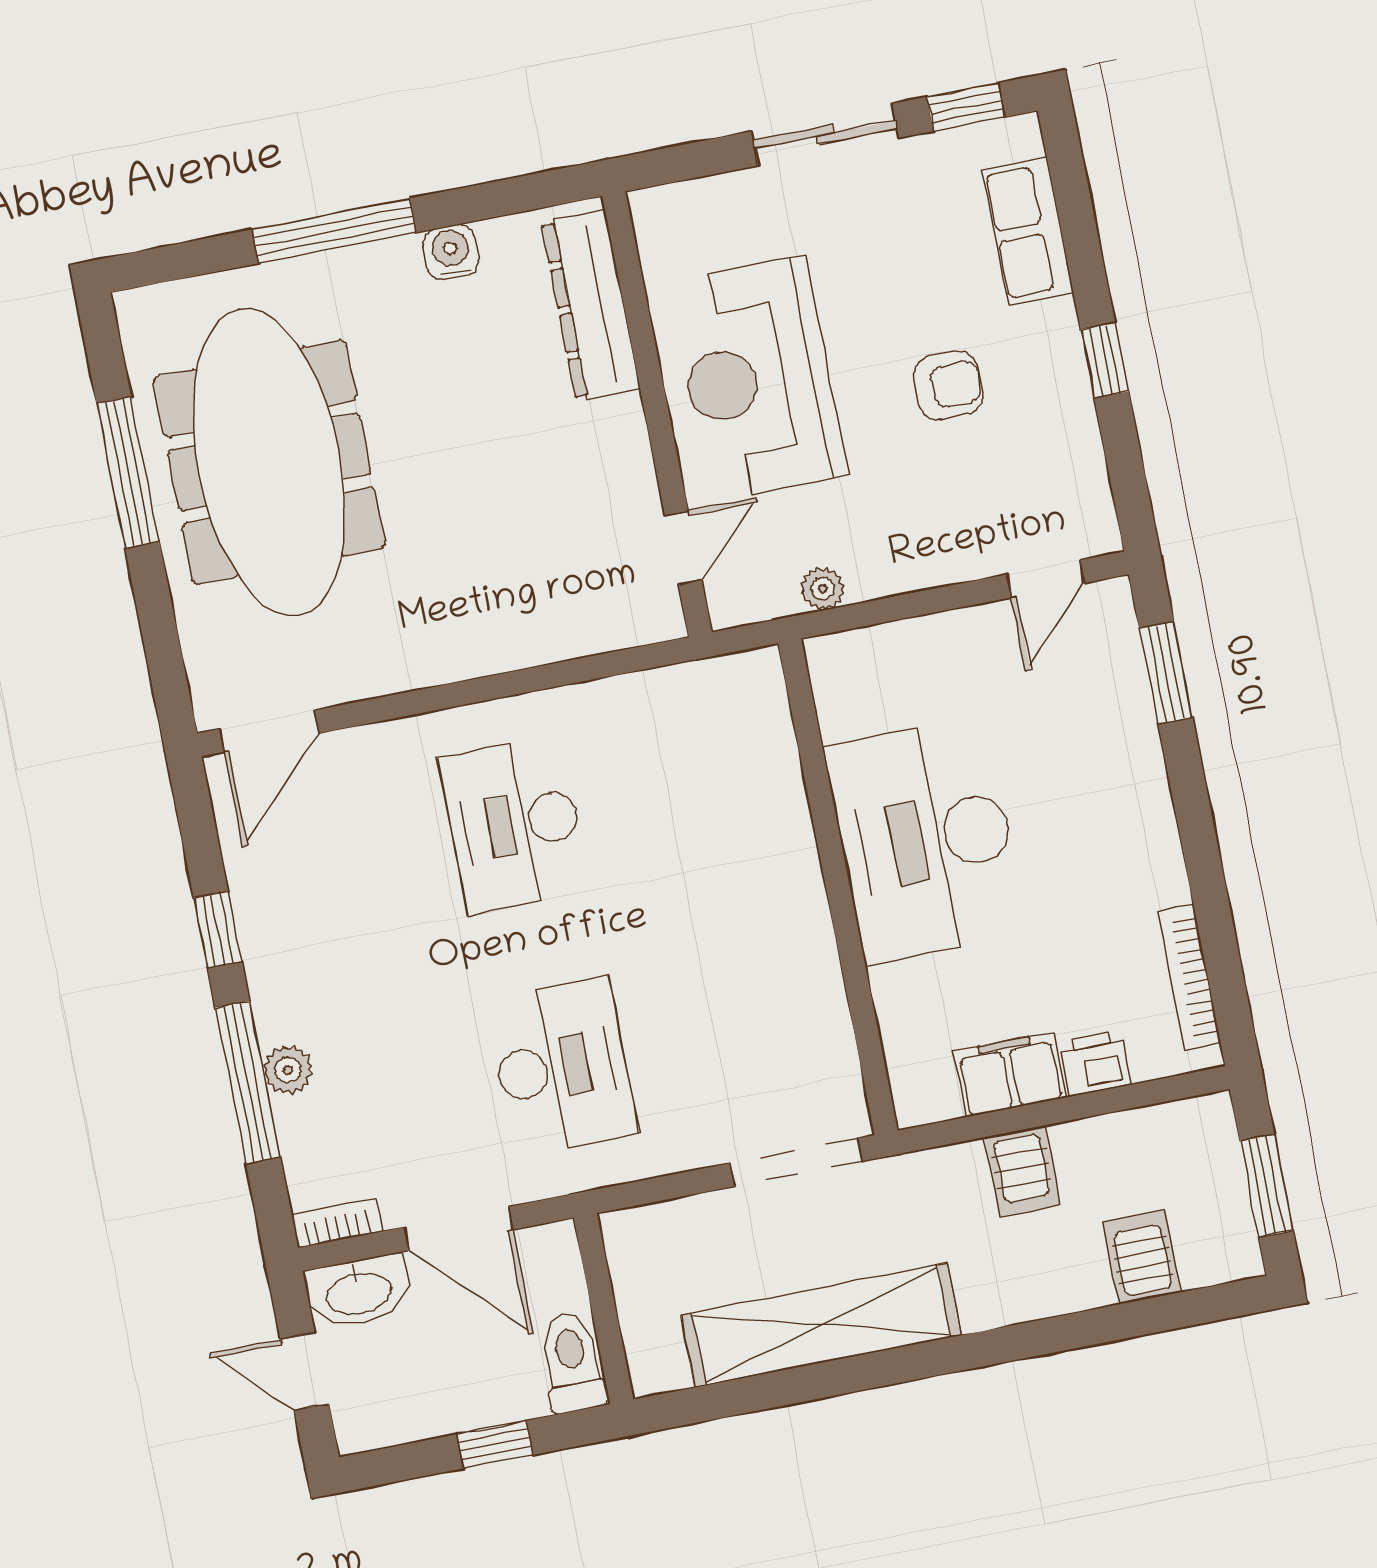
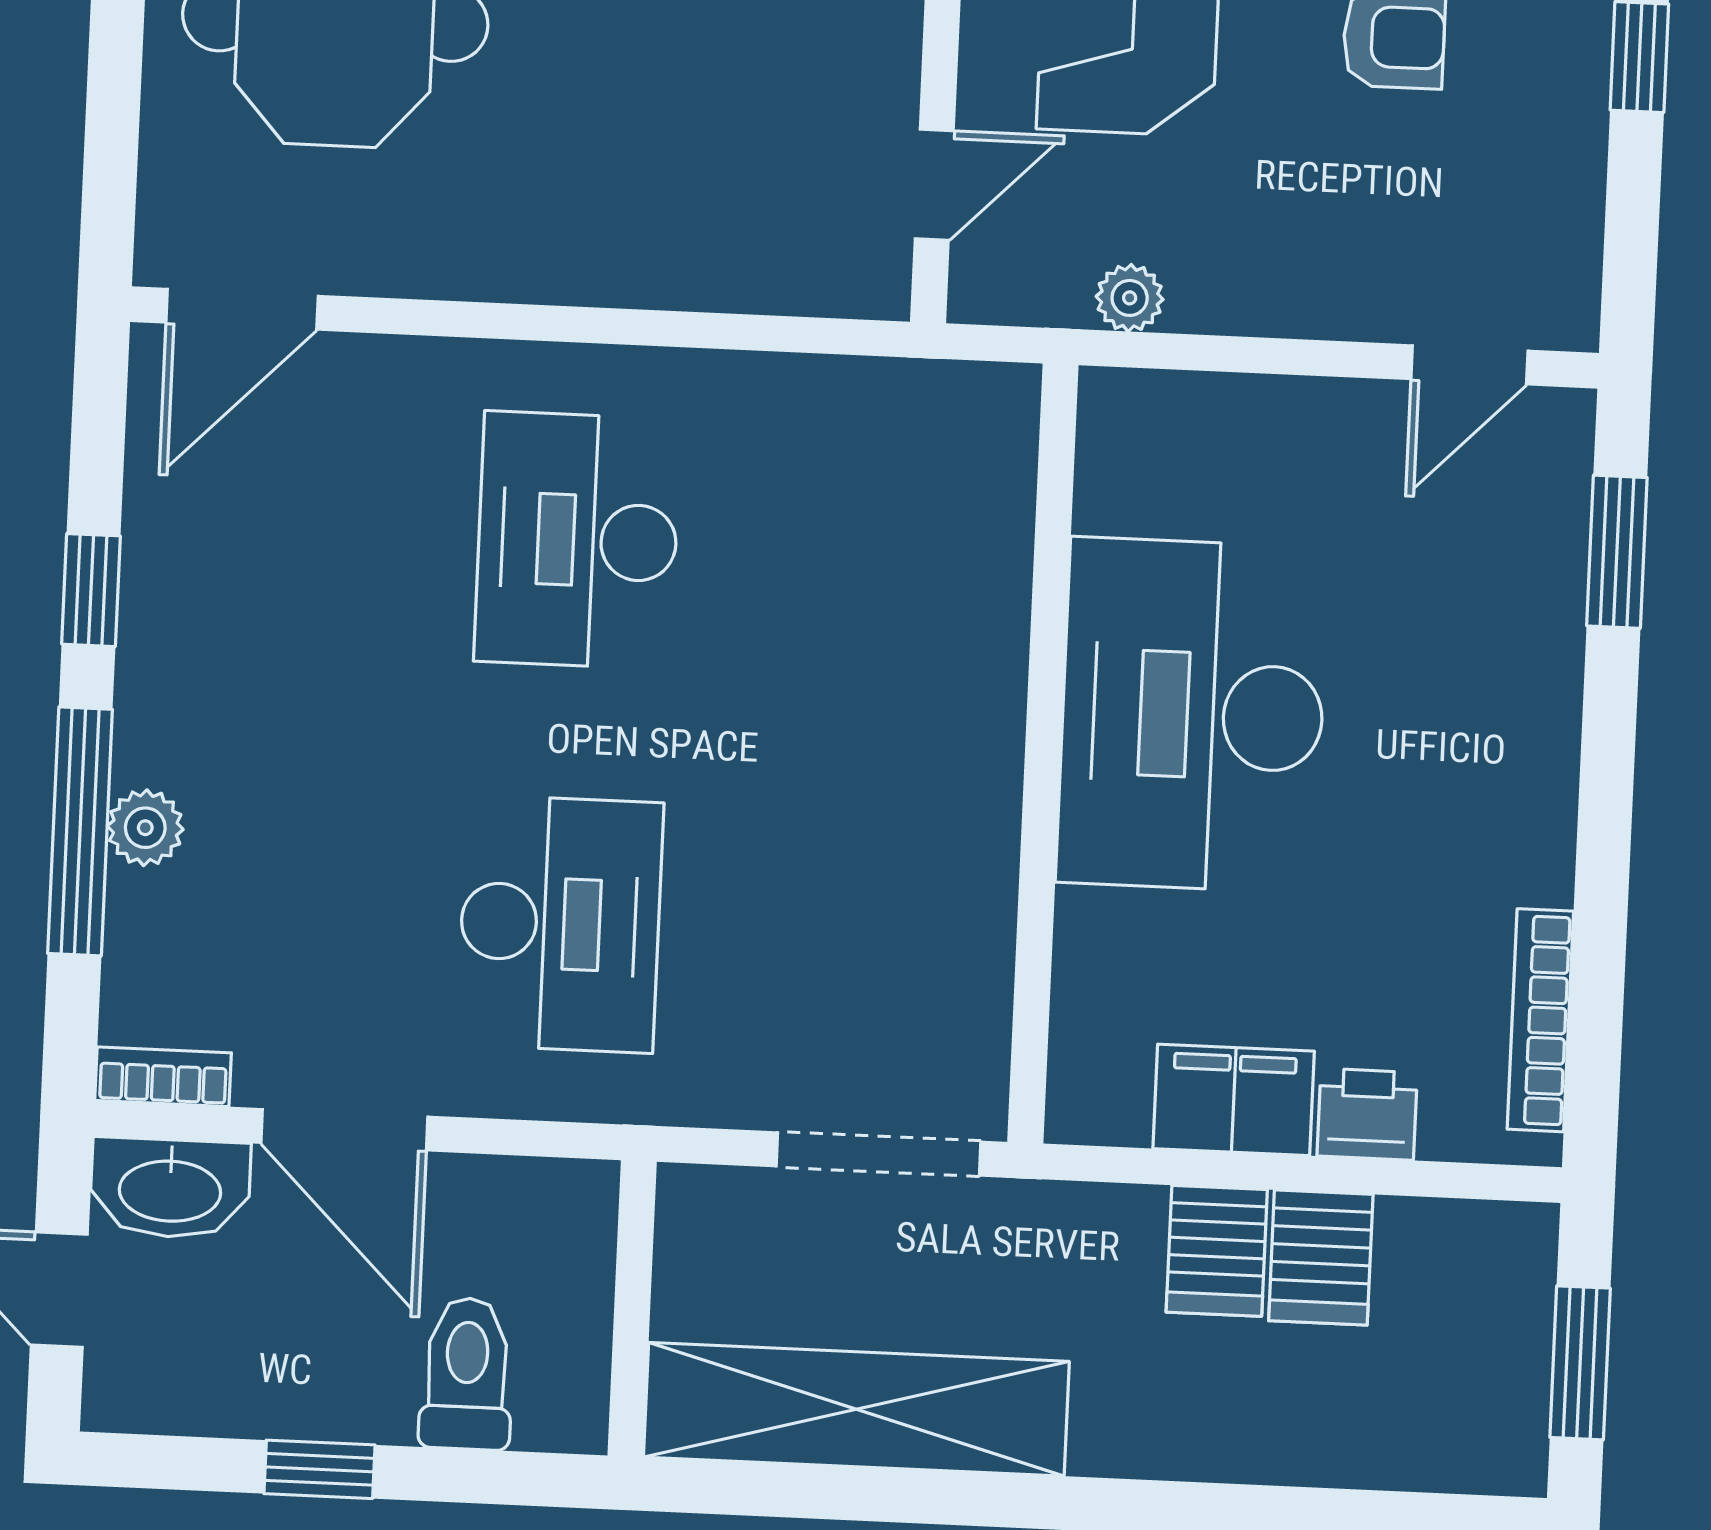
server rack: (1142, 1257) -> (1321, 1258), moved, turned 180
wall: (603, 1309) -> (632, 1309), moved

